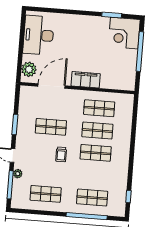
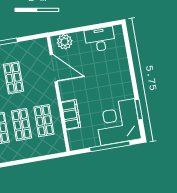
corner desk: (124, 33) -> (118, 122), width x1.36, depth x1.36
desk: (38, 35) -> (100, 39), width x0.73, depth x0.77
filing cabinet: (86, 80) -> (71, 115), moved

